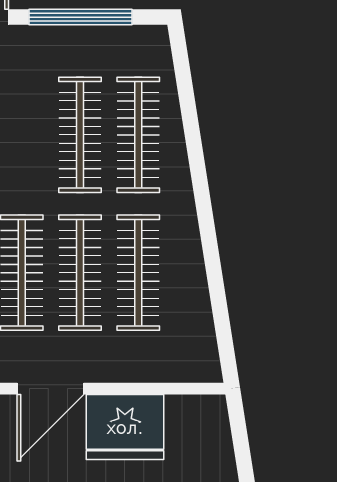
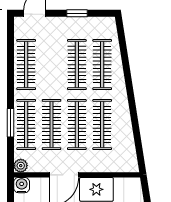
window: (80, 17) -> (77, 13), width x0.46

